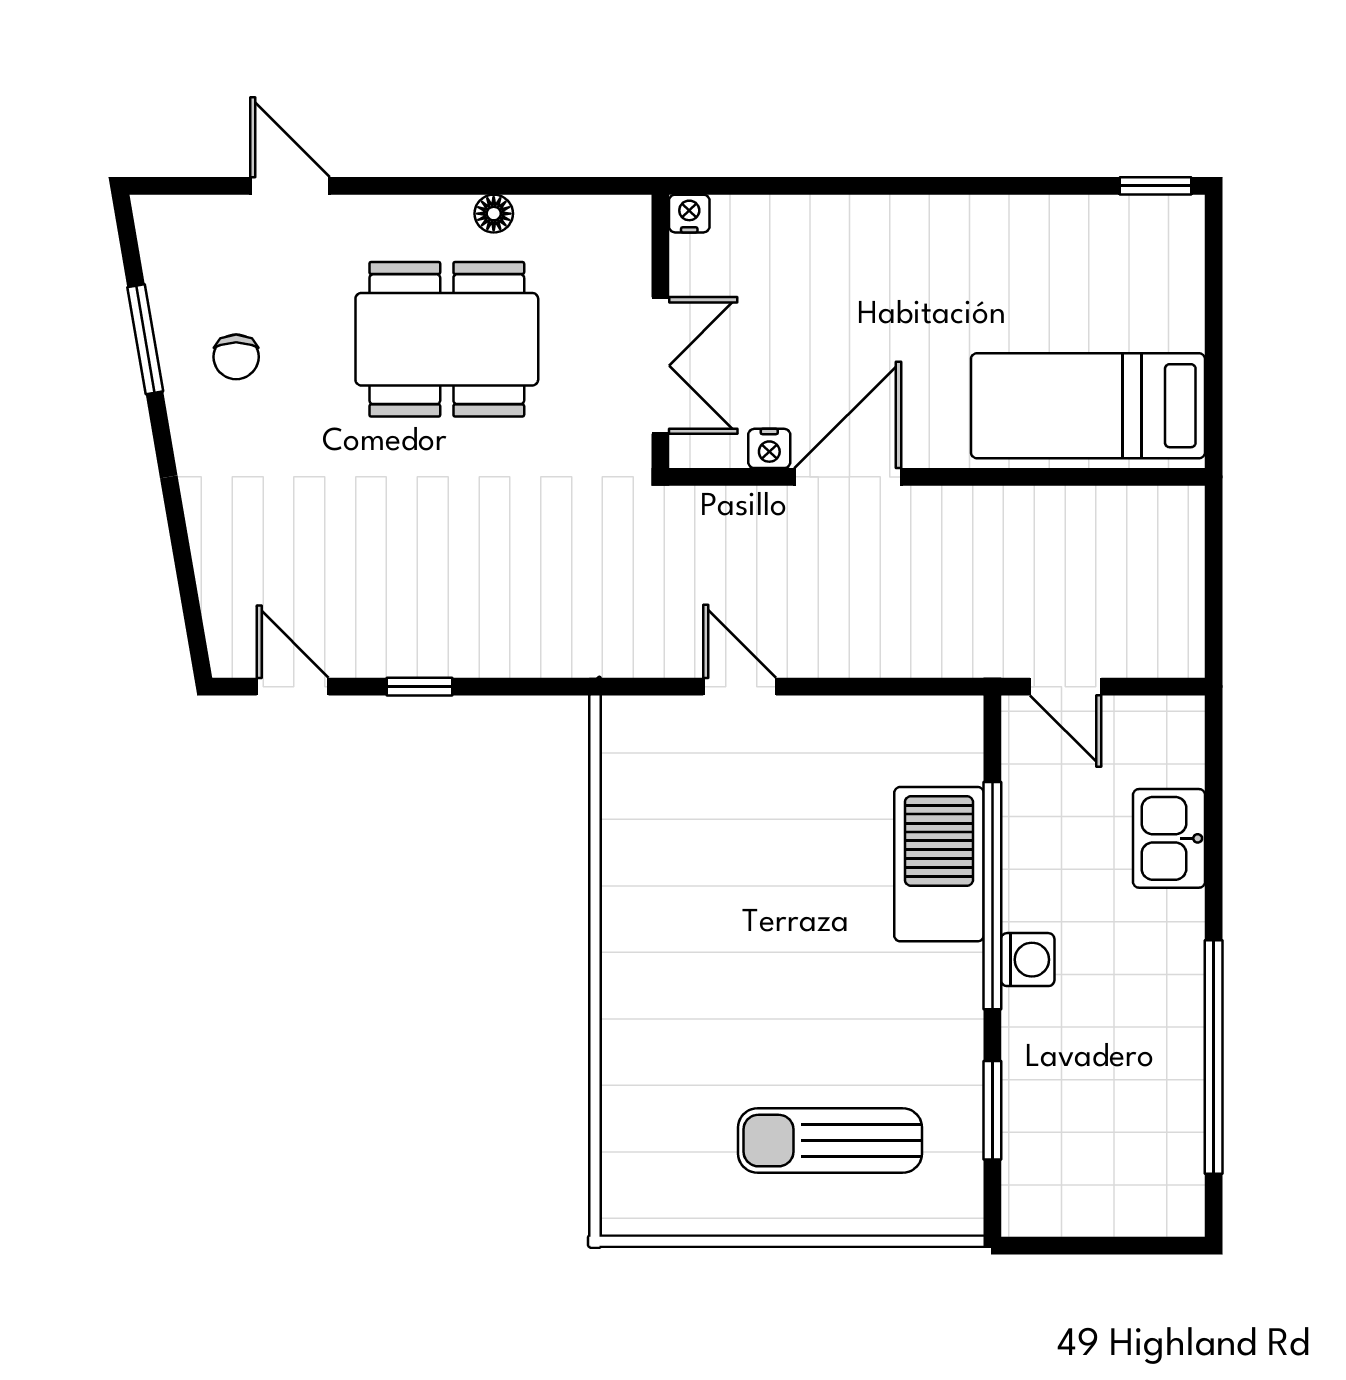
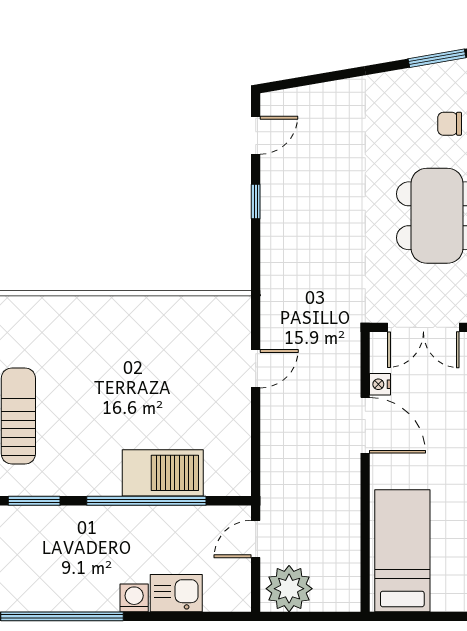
chair: (236, 357) -> (450, 124), moved
plant: (1160, 623) -> (289, 589), added
washing machine: (1028, 960) -> (134, 598), moved, turned 180

